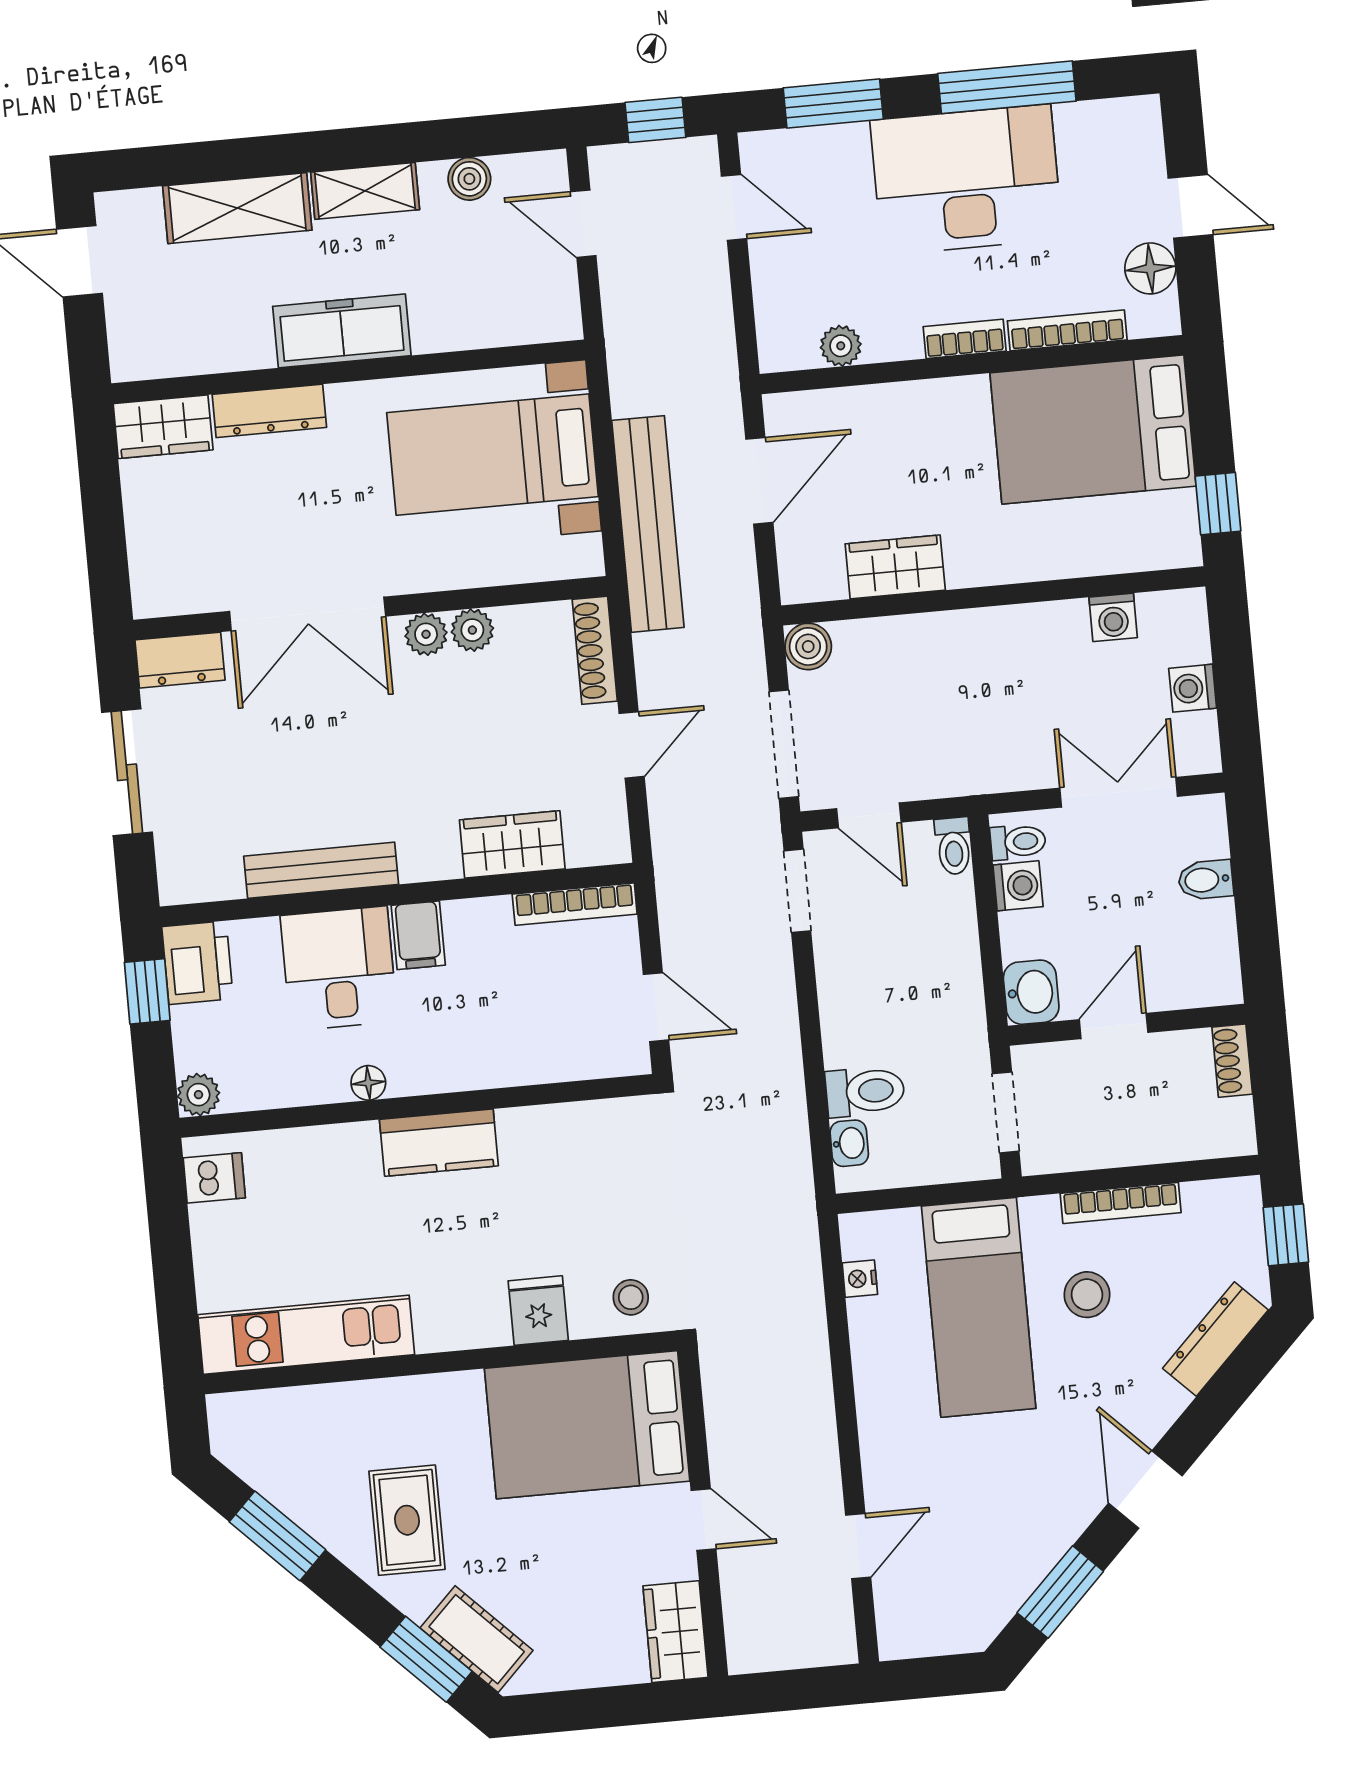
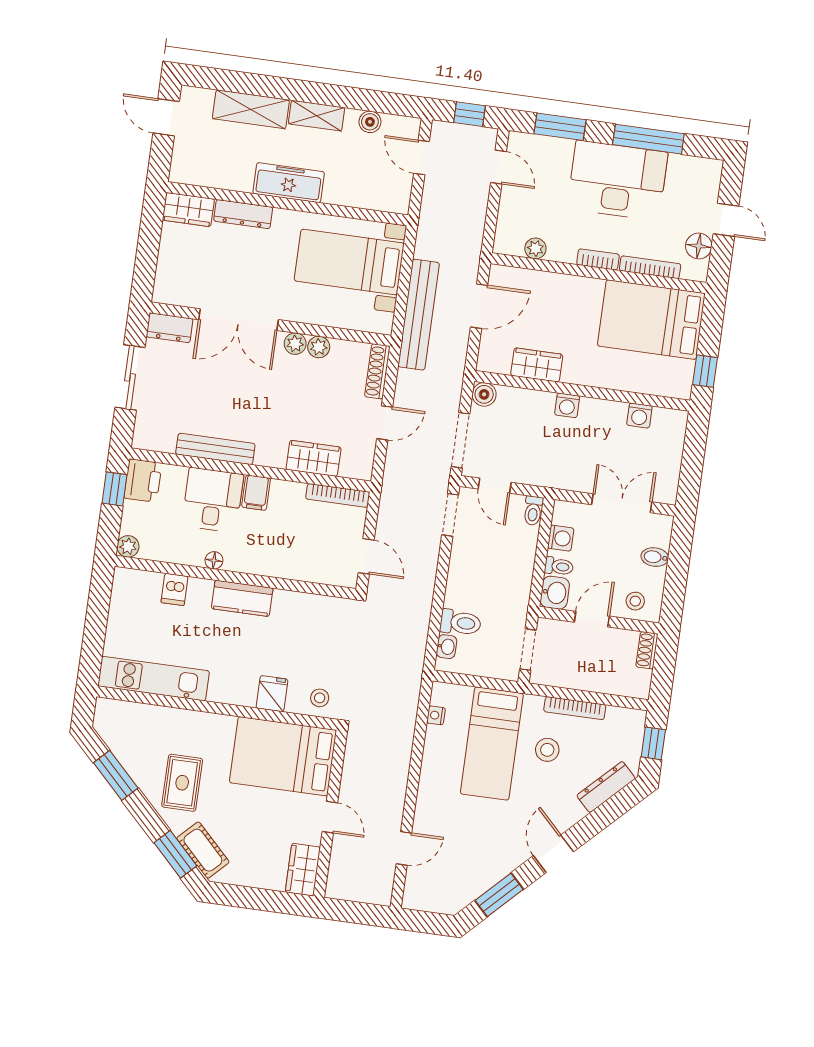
washing machine: (1193, 688) -> (567, 405), moved, turned -90
toilet: (1018, 842) -> (559, 566), moved
stool: (1188, 972) -> (635, 601), added
dishwasher: (214, 1178) -> (175, 589), moved, turned 90

